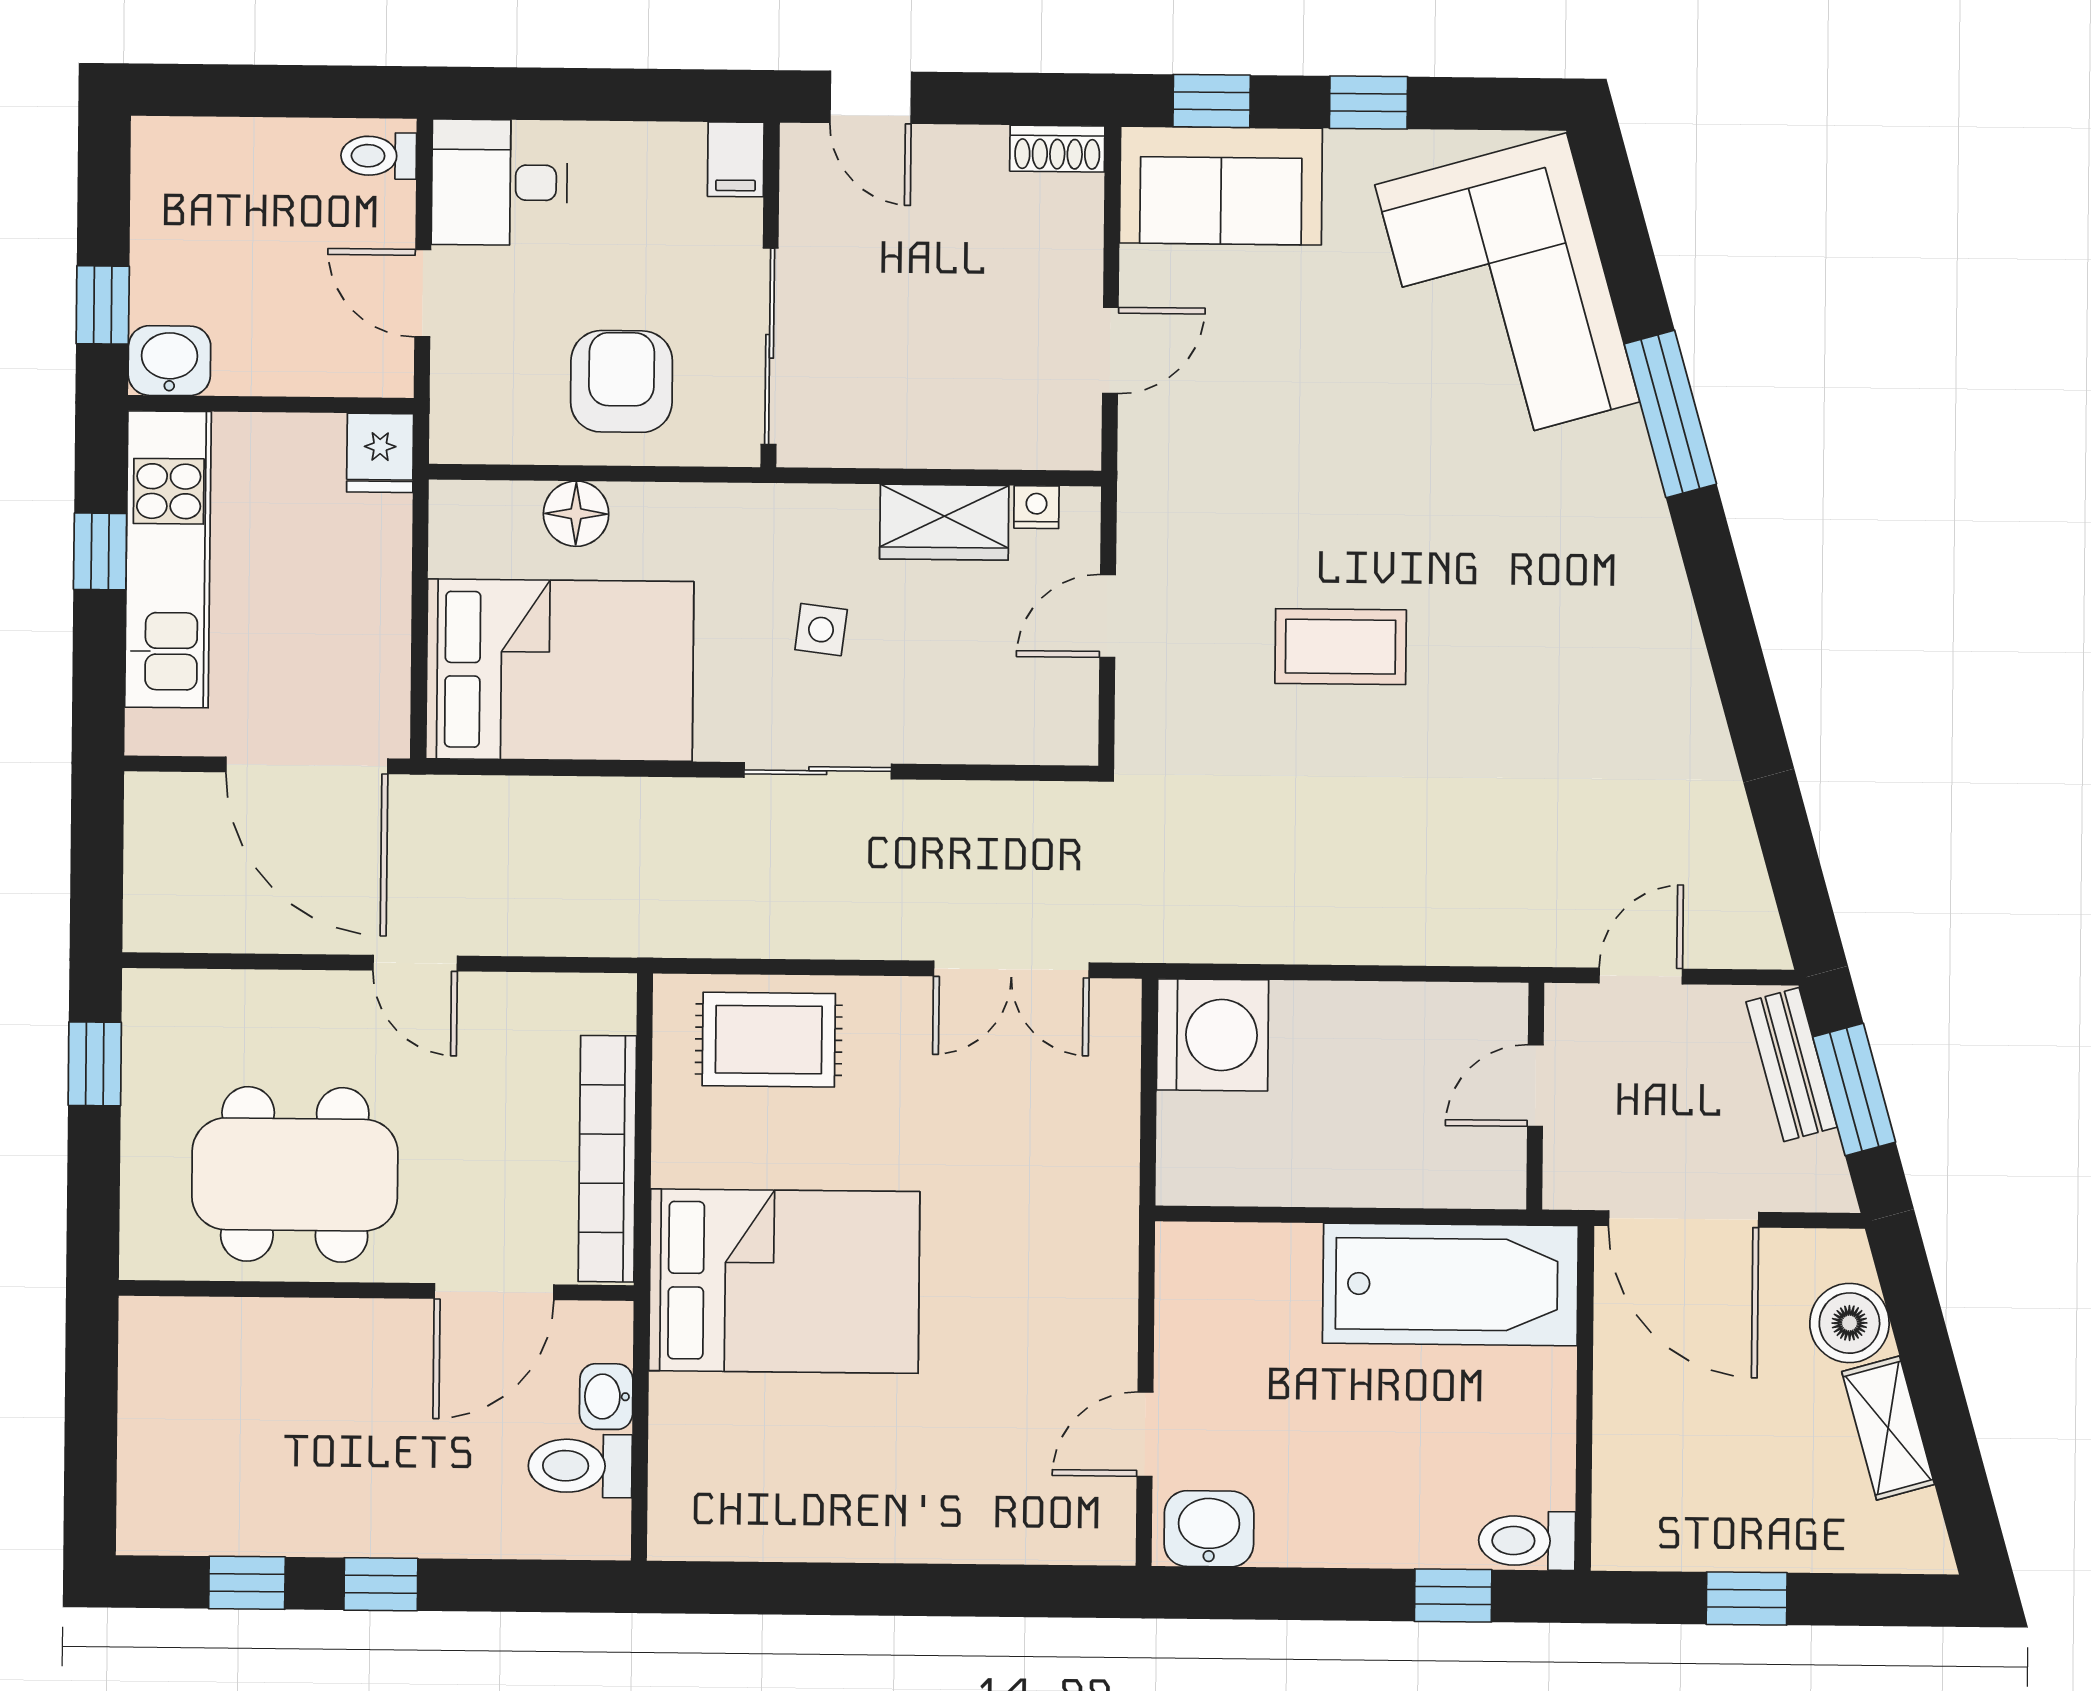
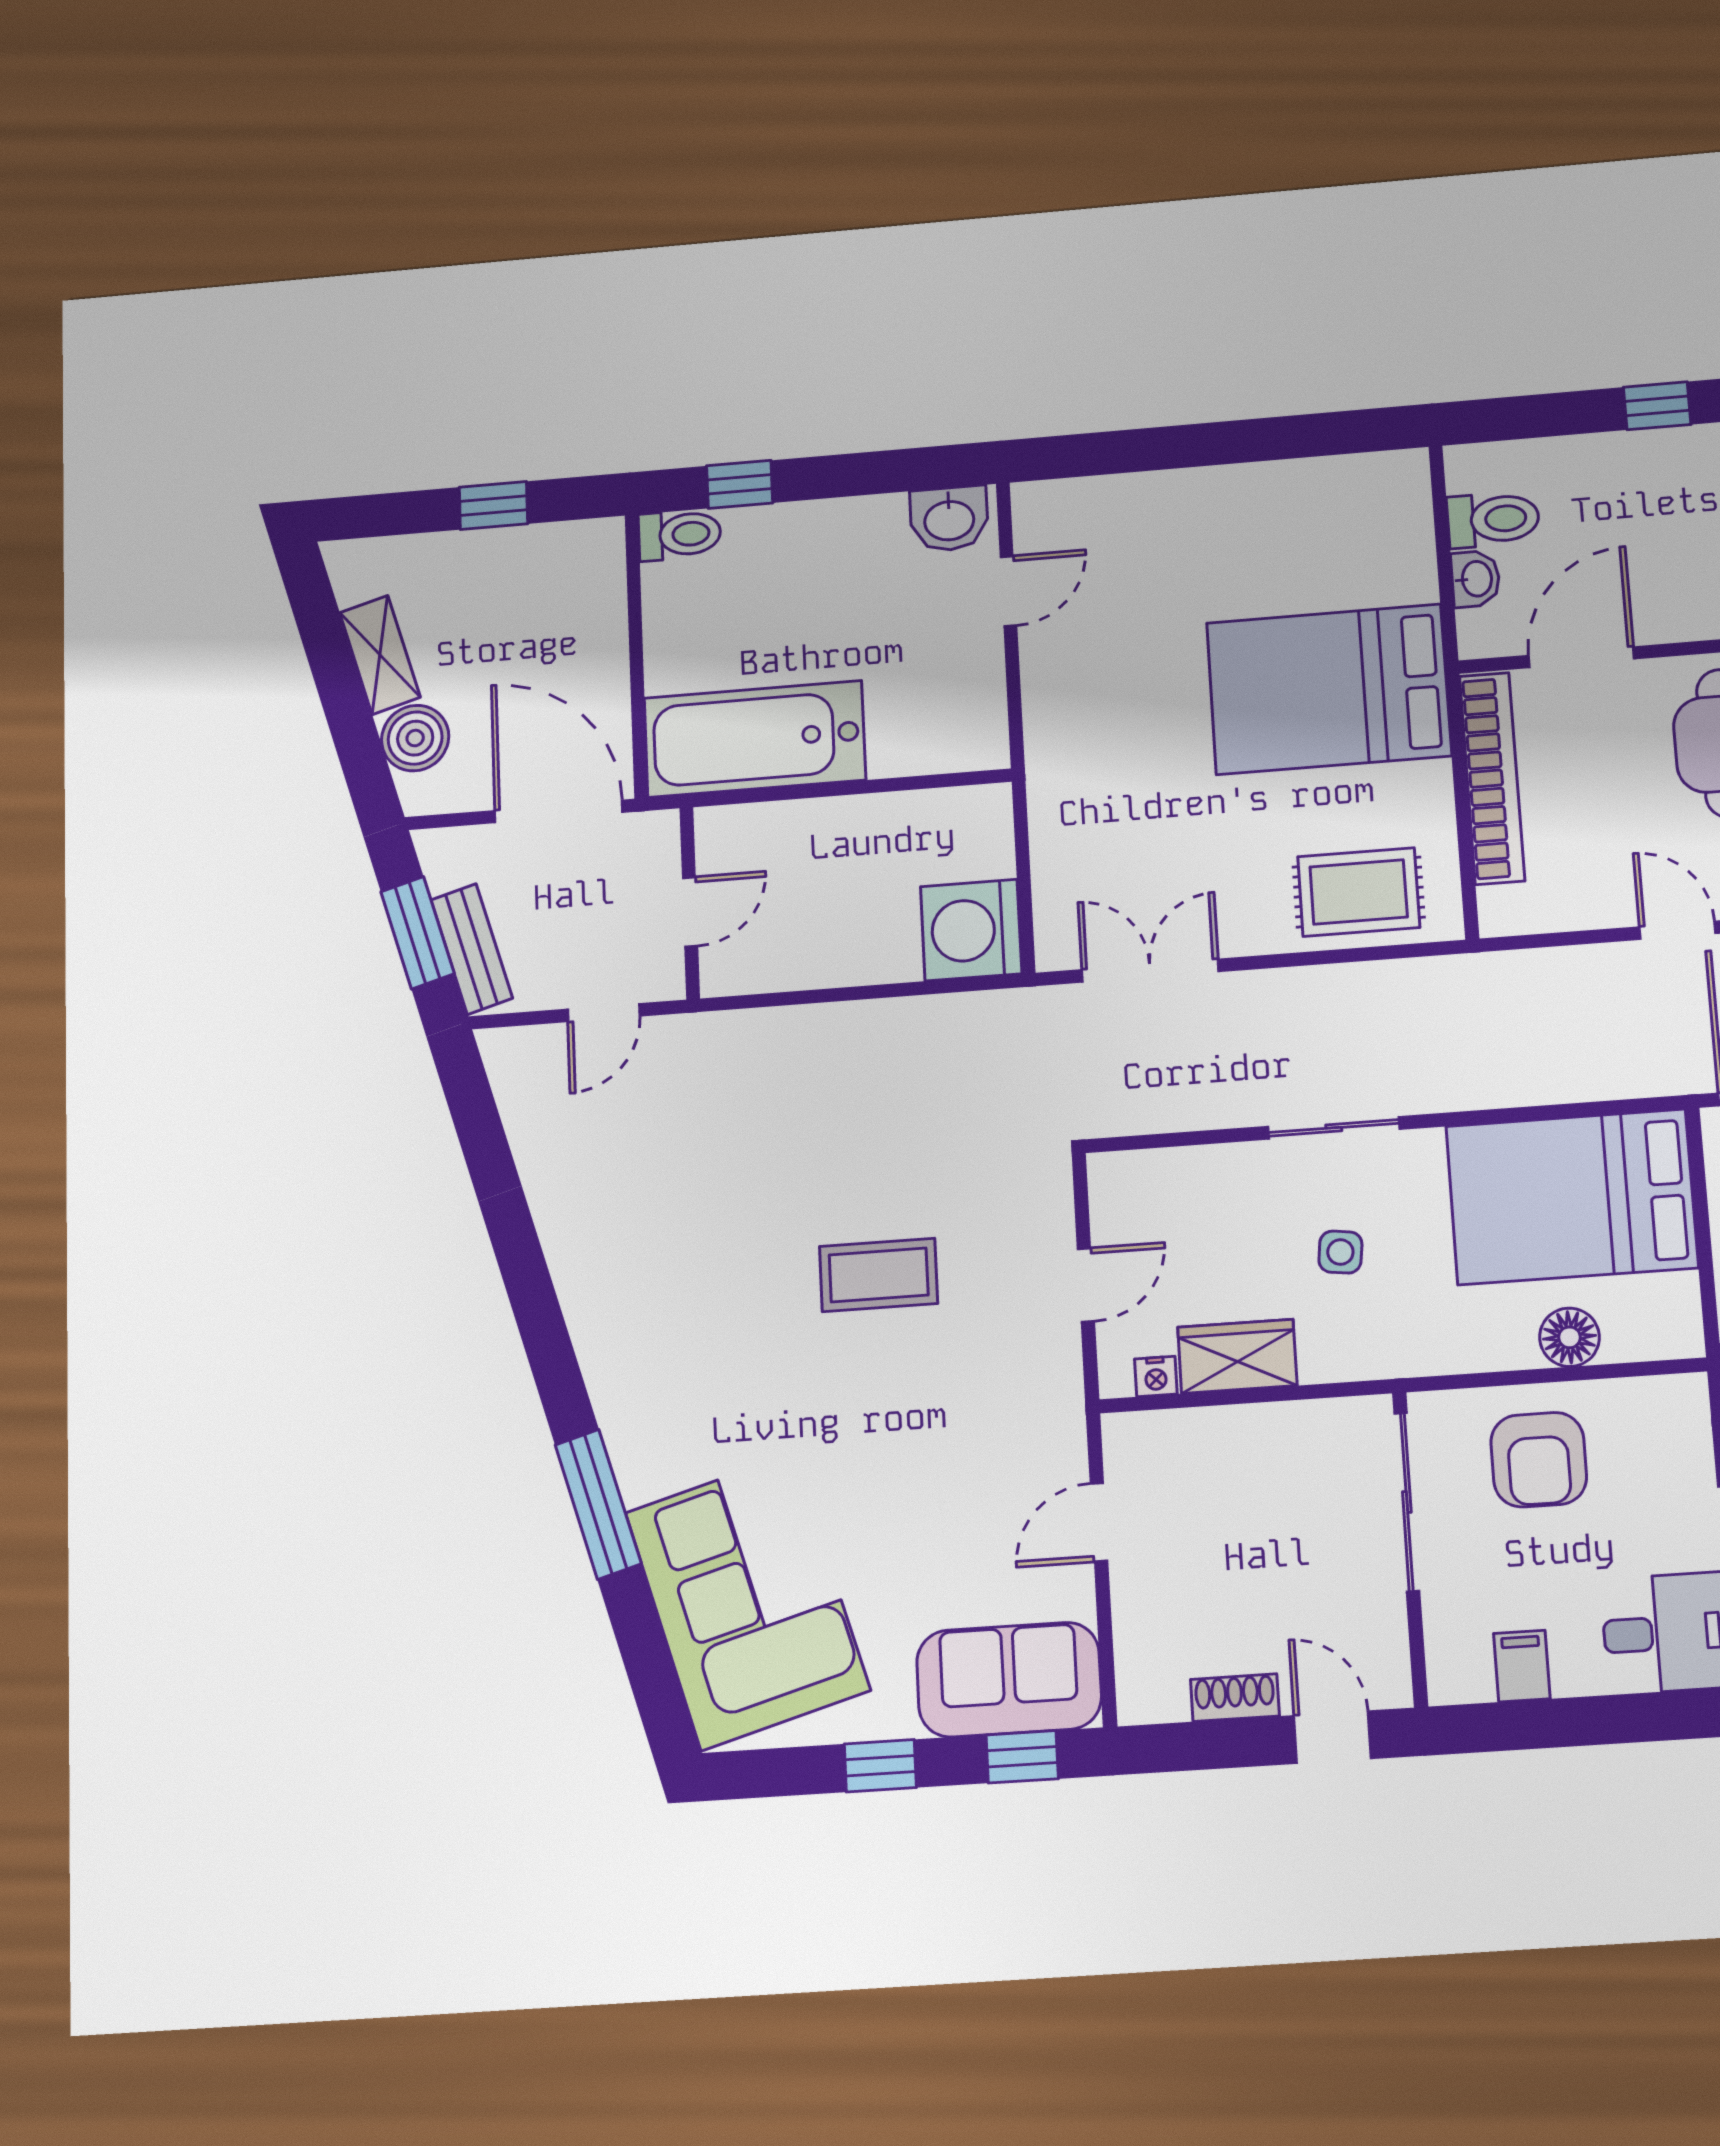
shoe rack: (1057, 149) -> (1235, 1698), moved
filing cabinet: (736, 159) -> (1522, 1666), moved

